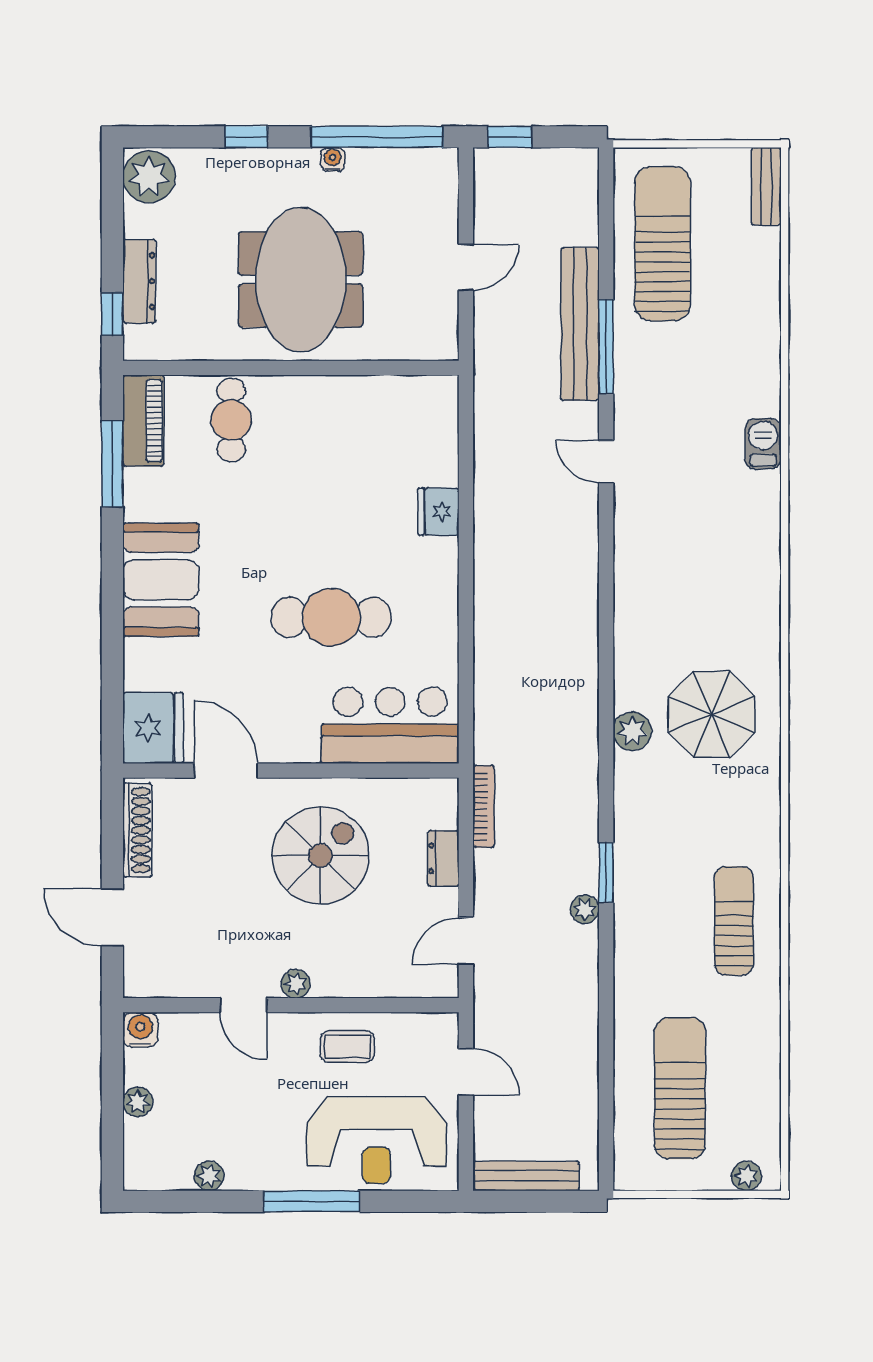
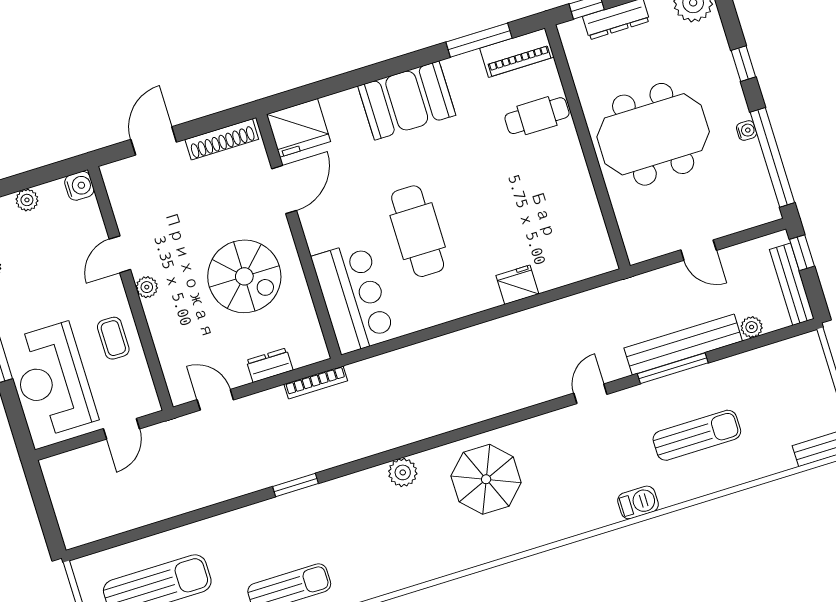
sun lounger: (663, 244) -> (697, 435), moved, width x0.73, depth x0.75
parasol: (712, 714) -> (486, 479), moved
plant: (585, 909) -> (752, 327), moved
bench: (526, 1176) -> (792, 284), moved

